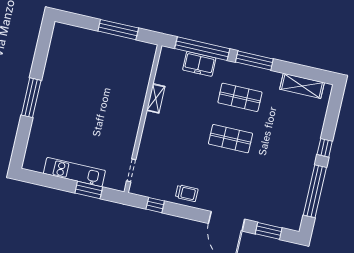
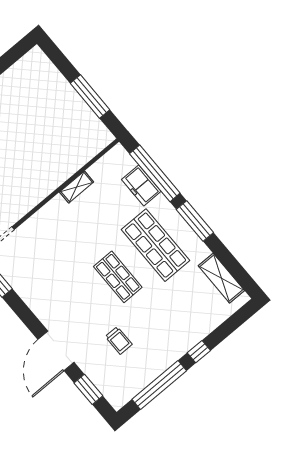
shop shelf: (240, 97) -> (156, 245), width x1.43, depth x1.36
trolley: (187, 193) -> (119, 340), moved

